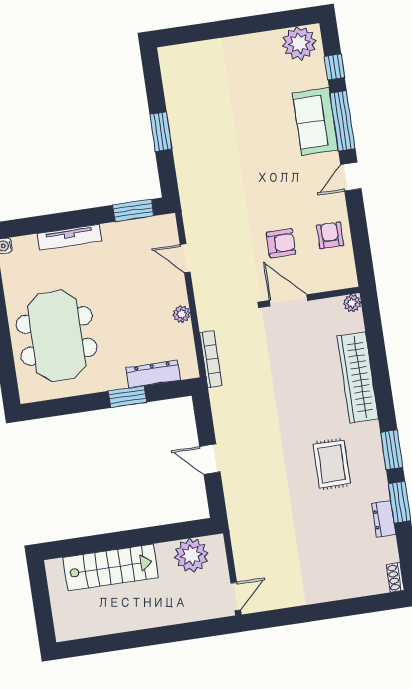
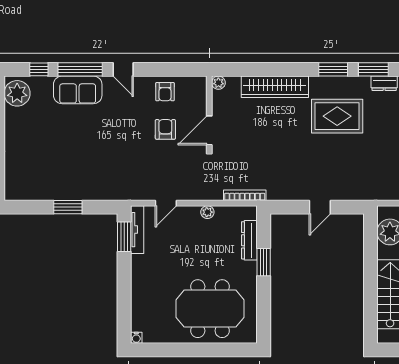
armchair: (330, 235) -> (165, 92), turned -90
tv unit: (69, 237) -> (137, 230), moved
rug: (332, 464) -> (337, 116), width x1.36, depth x1.43

